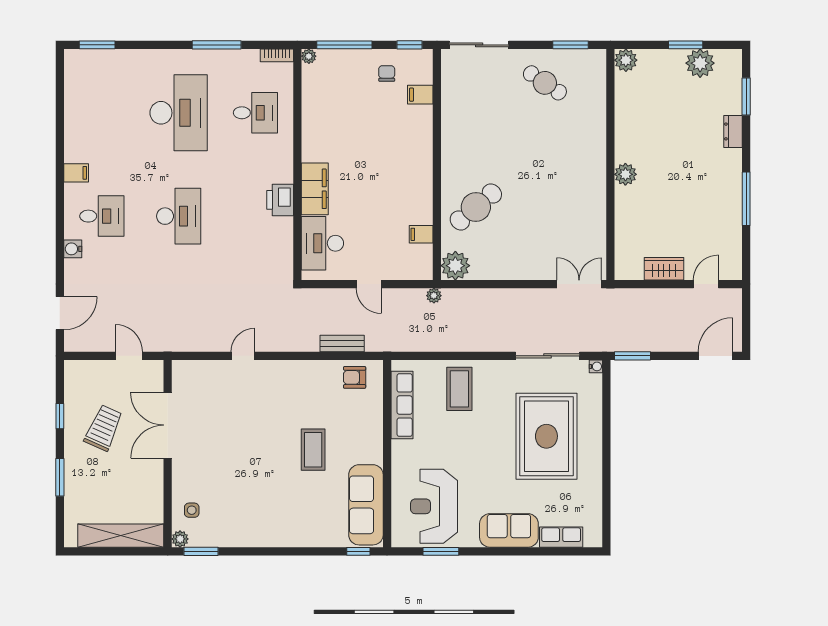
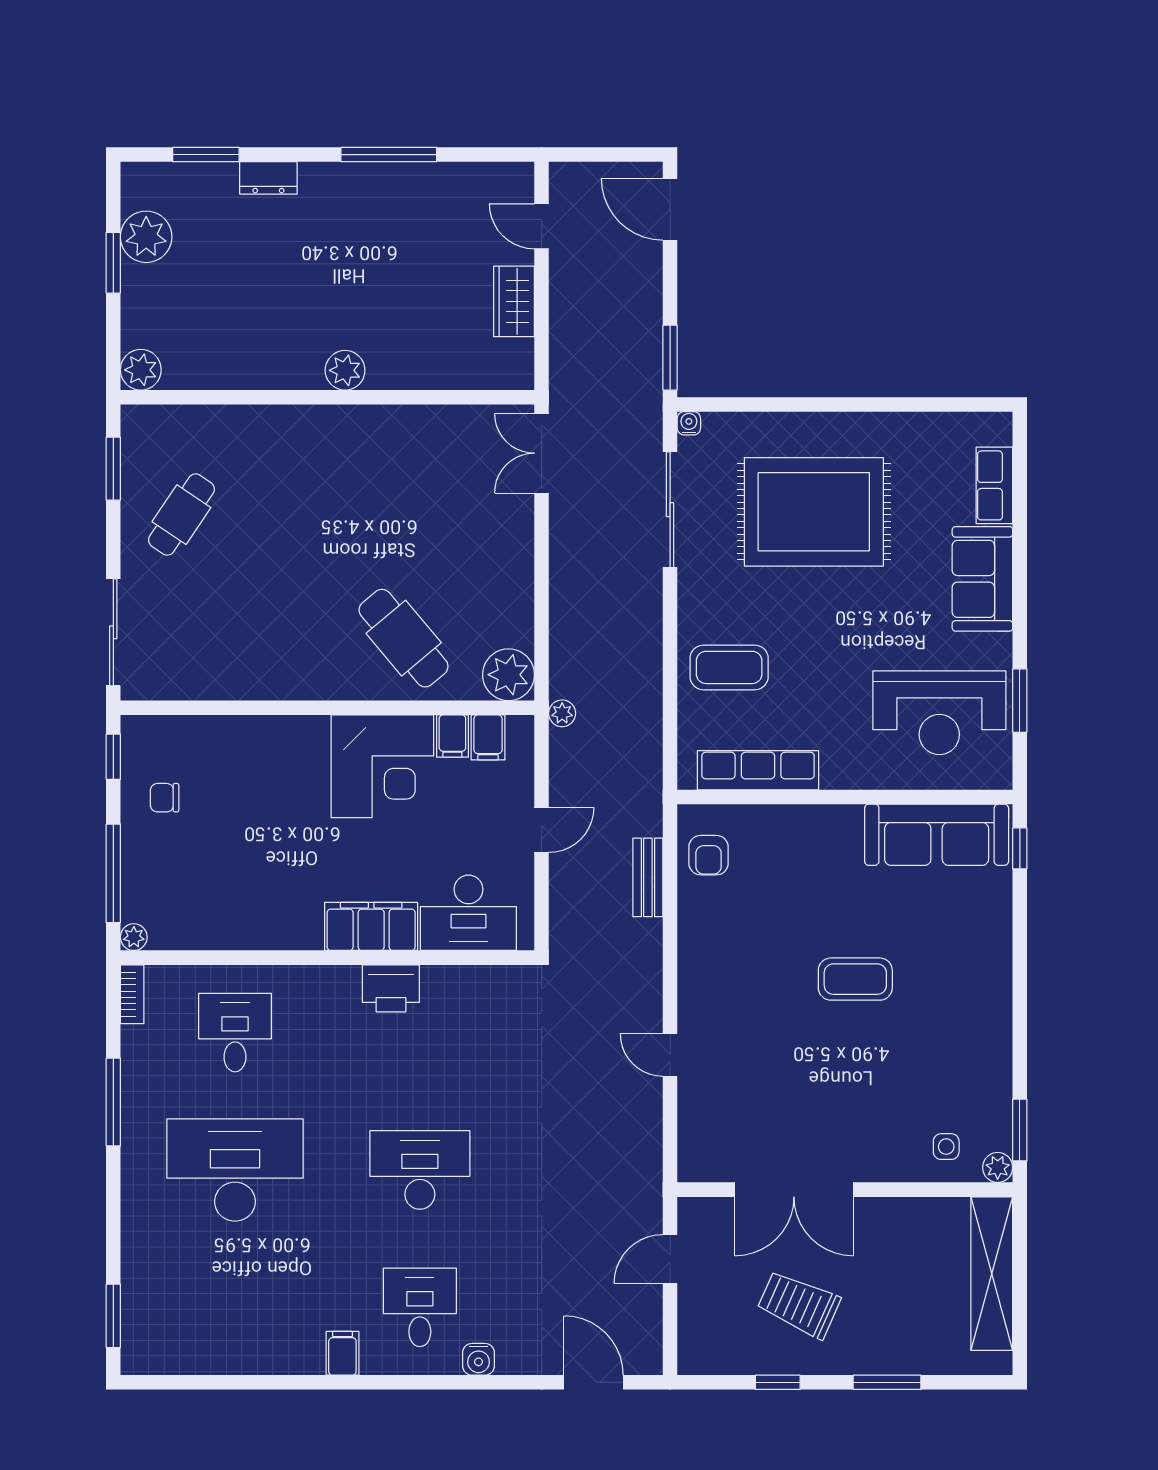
filing cabinet: (420, 95) -> (488, 737), moved
corner desk: (404, 195) -> (382, 766), added
coffee table: (313, 450) -> (855, 979), moved

